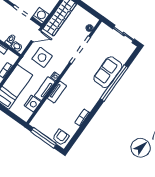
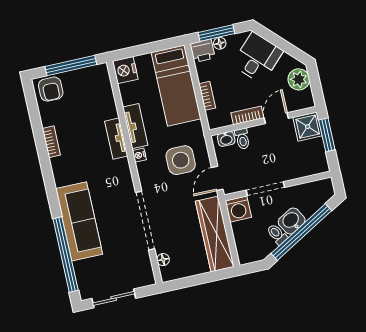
sofa: (108, 72) -> (79, 221), width x1.36
window: (114, 83) -> (66, 254), moved
nightstand: (33, 104) -> (125, 70), moved

